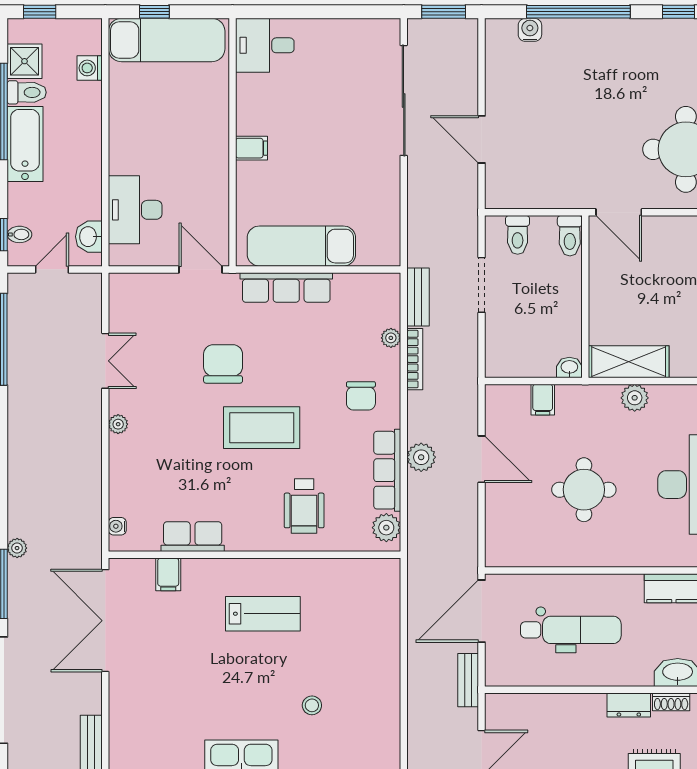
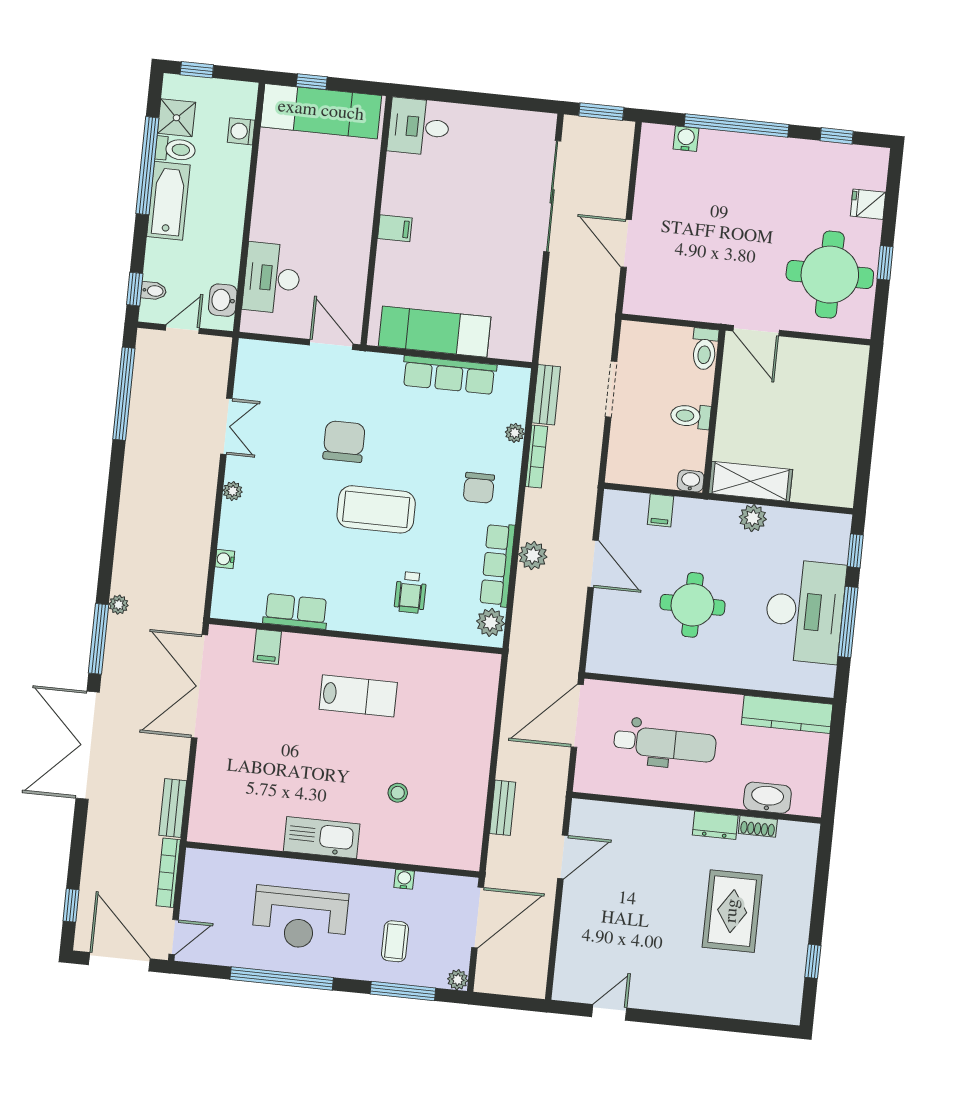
toilet: (518, 235) -> (691, 416), moved, turned 90
row of seats: (286, 287) -> (449, 375), moved
wheelchair: (304, 506) -> (411, 592), width x0.73, depth x0.73
water cooler: (117, 526) -> (225, 559), moved
bench: (468, 680) -> (503, 808), moved

